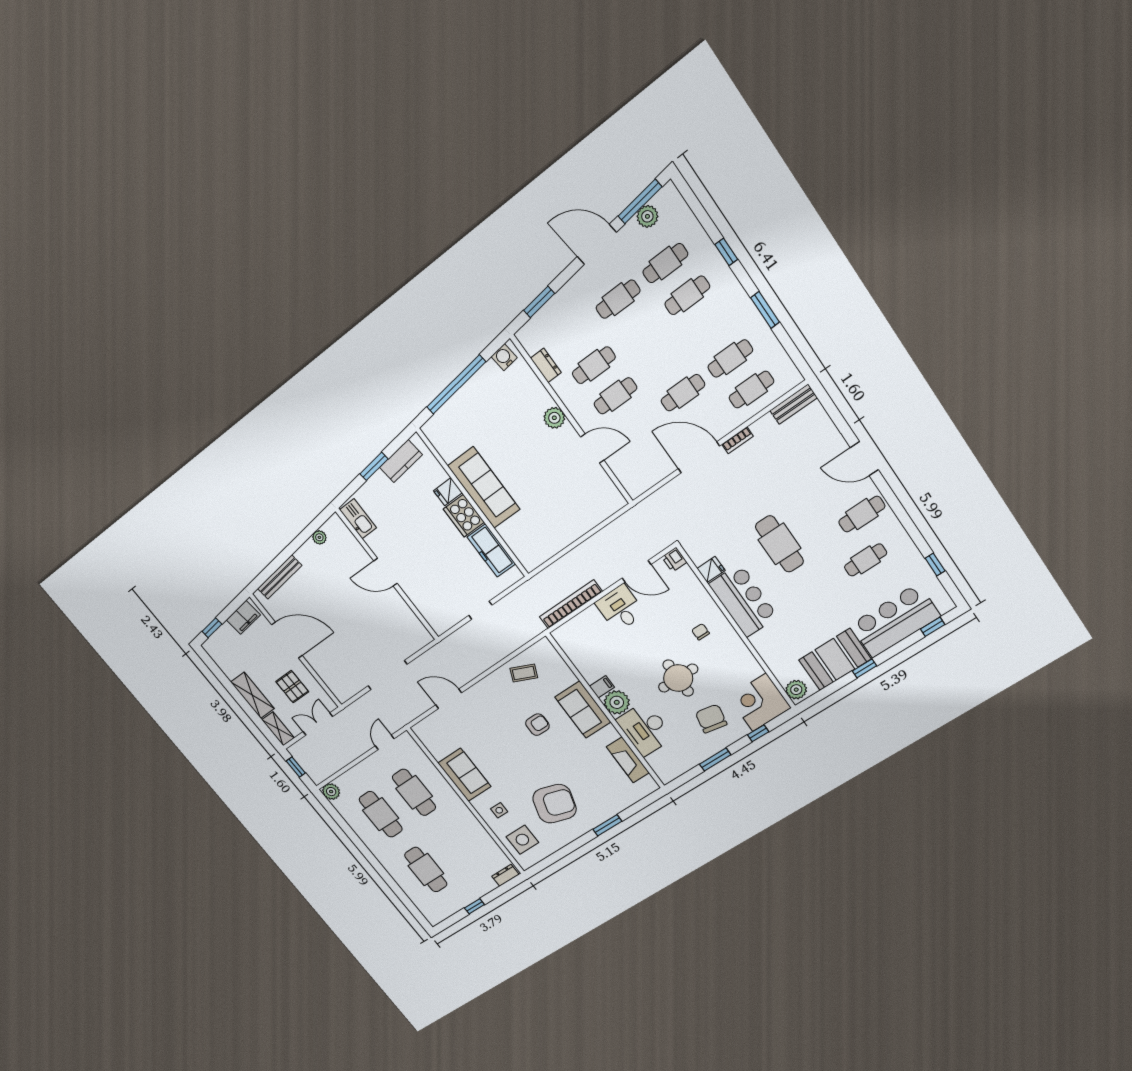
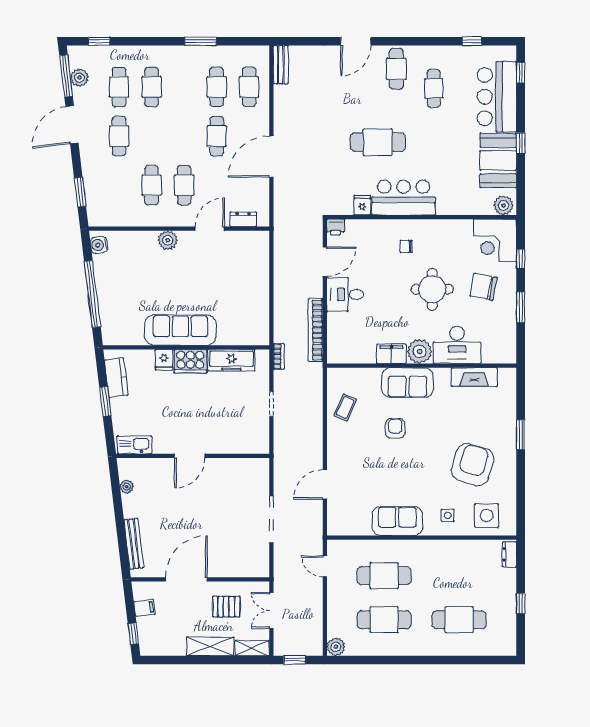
window: (726, 252) -> (99, 41), moved
dresser: (546, 365) -> (243, 219), moved
bookcase: (738, 440) -> (279, 356), moved
filing cabinet: (243, 617) -> (144, 608), width x0.50
filing cabinet: (602, 687) -> (391, 354), width x2.00

